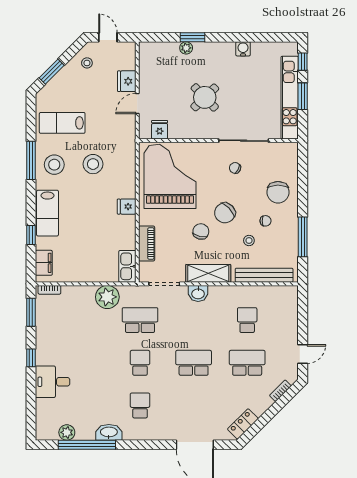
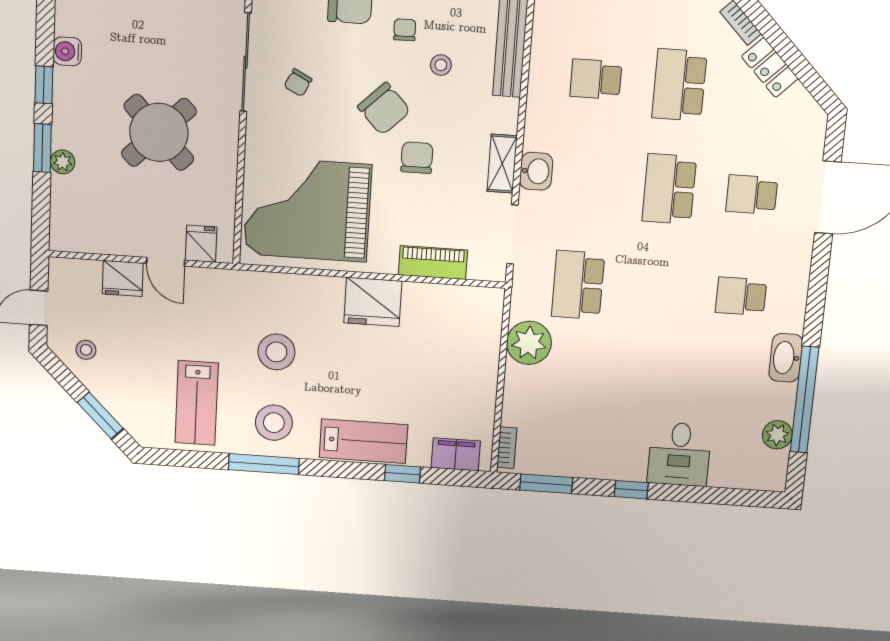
window: (225, 37) -> (44, 85), added
round table: (205, 97) -> (159, 132), width x1.36, depth x1.36
fridge: (160, 130) -> (201, 244), moved, turned 90
fridge: (127, 207) -> (373, 302), width x1.88, depth x1.34
chair: (201, 231) -> (417, 158), turned 76
kitchen sink: (127, 266) -> (474, 302), removed
shelving: (208, 273) -> (502, 164), width x0.67, depth x0.75
school desk: (140, 363) -> (752, 195), moved
locker: (243, 424) -> (770, 67), moved

